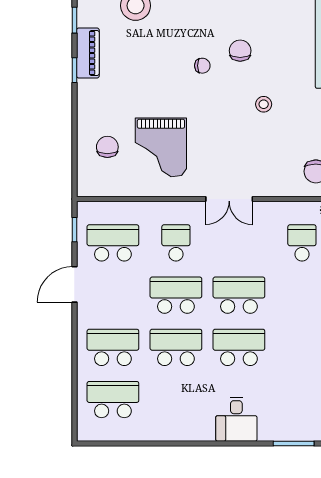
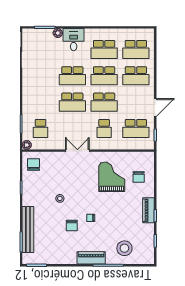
piano: (88, 53) -> (148, 210), moved
school desk: (176, 400) -> (104, 49), added
plant: (268, 432) -> (58, 33), added

